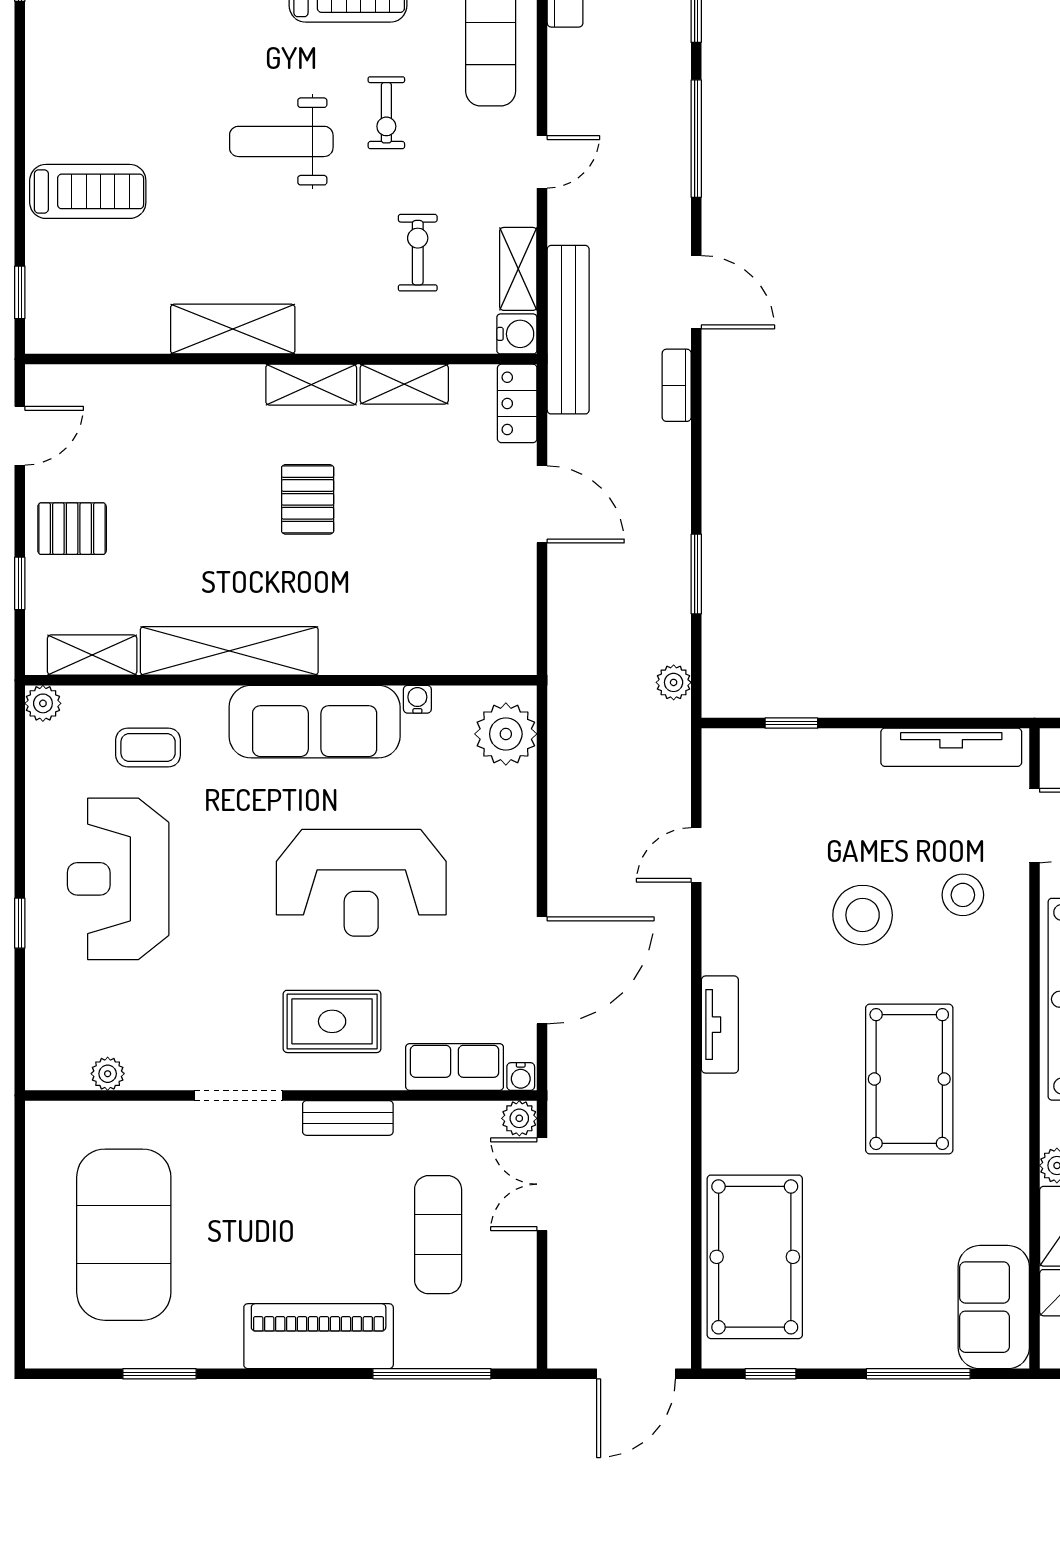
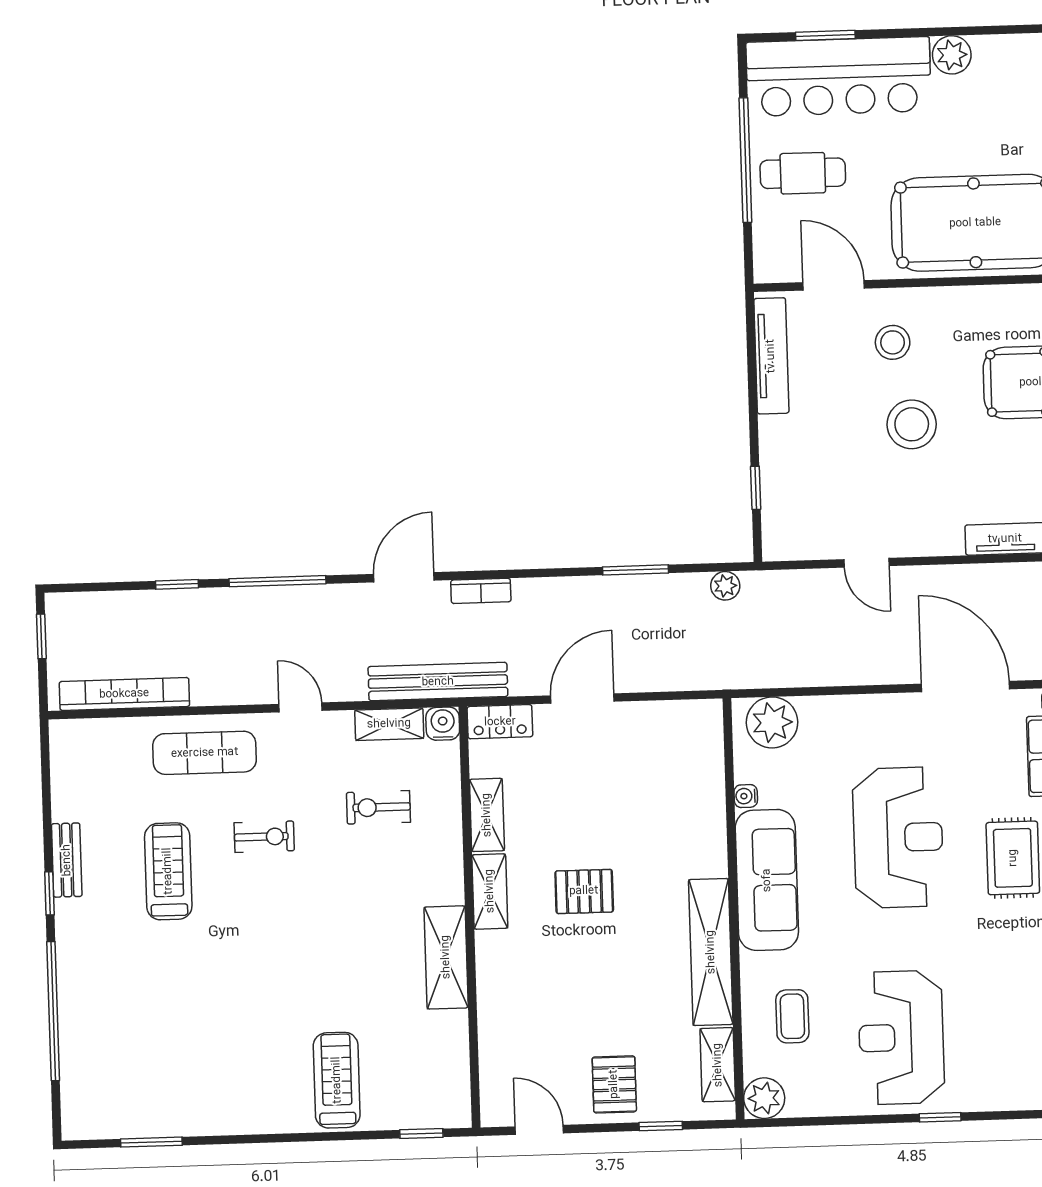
weight bench: (281, 141) -> (291, 922), removed
plant: (43, 703) -> (764, 1098), width x1.38, depth x1.38
reception desk: (118, 879) -> (901, 1037), turned 90

